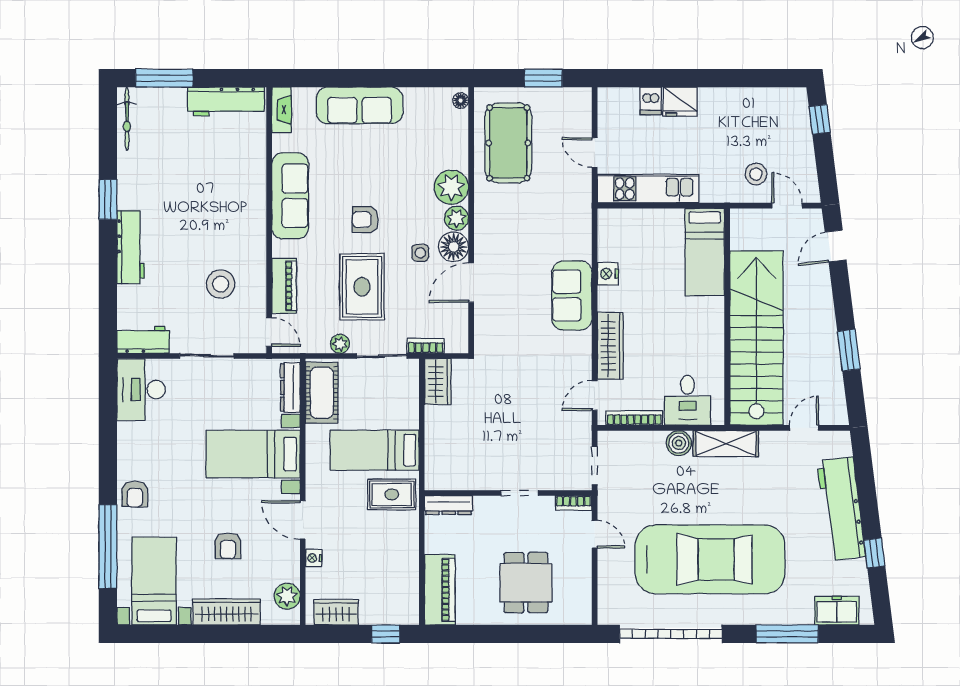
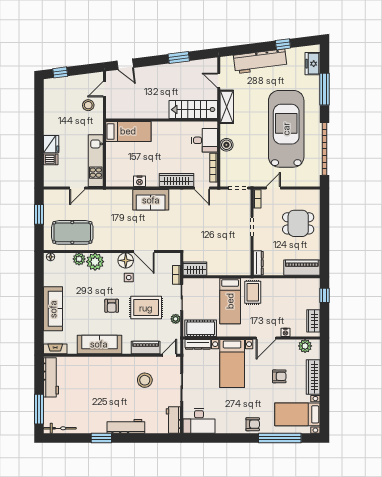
plant: (456, 218) -> (79, 259), moved
stairs: (756, 338) -> (193, 110), width x0.54, depth x0.66
shelving: (726, 444) -> (227, 107), moved

